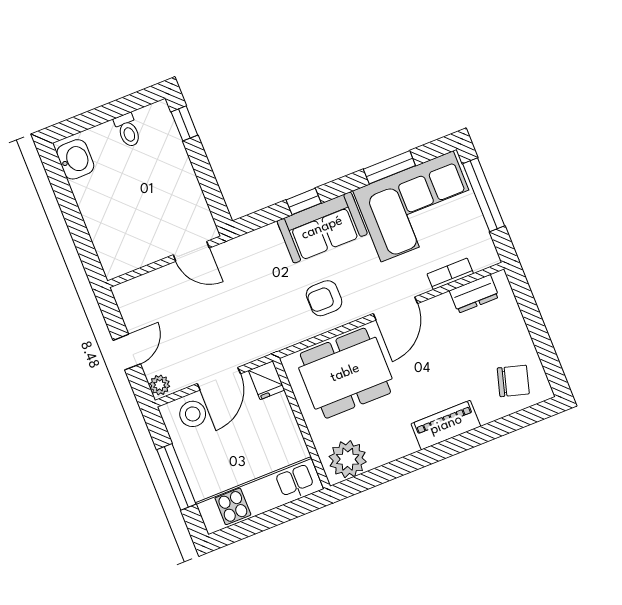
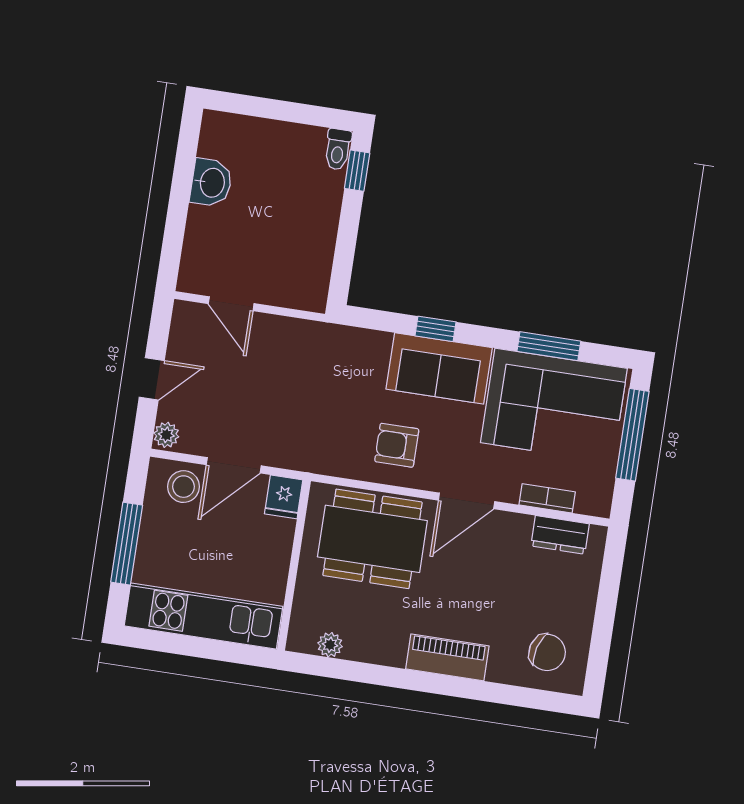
toilet: (128, 130) -> (338, 149), moved
washbasin: (75, 159) -> (211, 183), moved
door: (191, 251) -> (231, 304), moved
plant: (348, 459) -> (330, 645), width x0.53, depth x0.53

